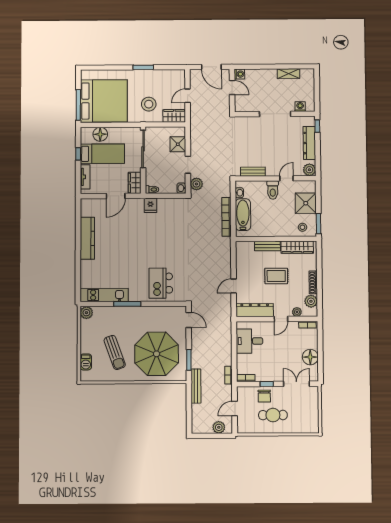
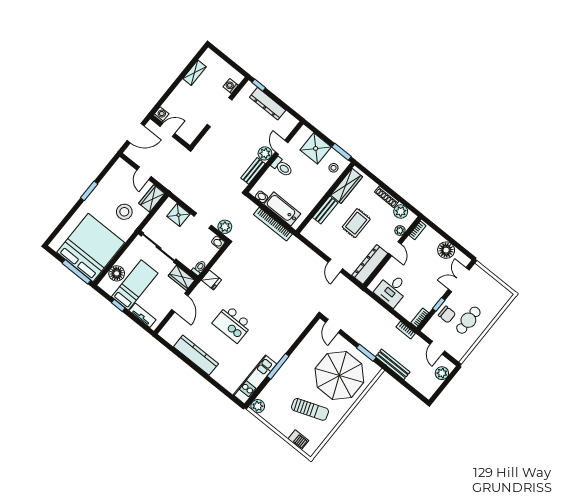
plant: (309, 170) -> (265, 153), moved
kitchen island: (161, 283) -> (232, 324), moved
door: (189, 320) -> (333, 326), swing flipped

